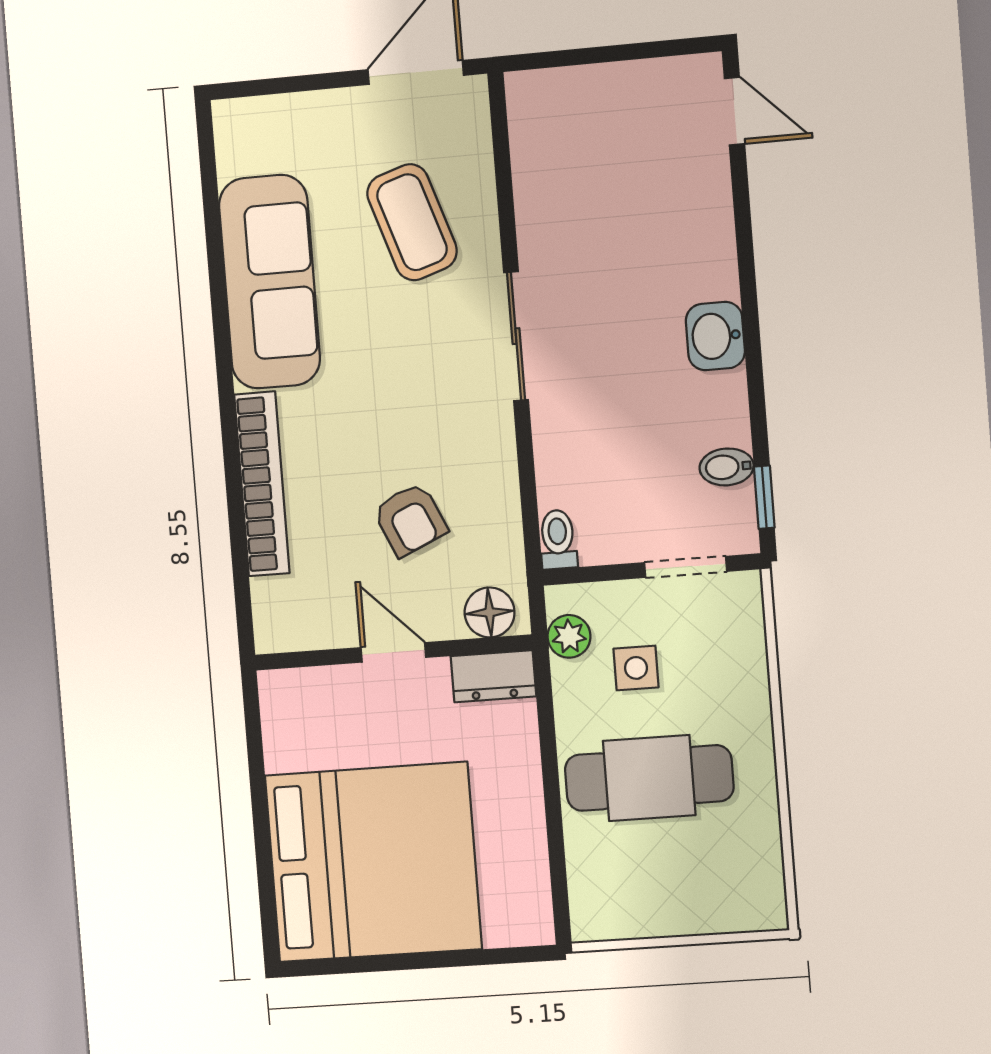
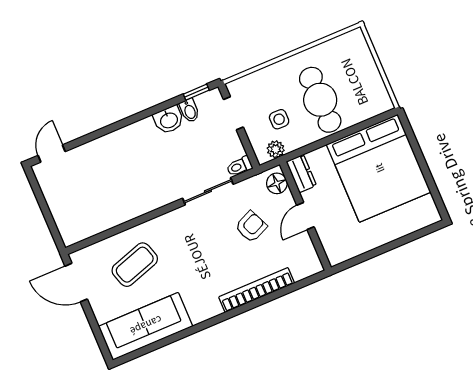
sofa: (269, 282) -> (146, 326), moved
sliding door: (516, 336) -> (208, 191), moved
washbasin: (715, 336) -> (169, 120), moved
bed: (373, 862) -> (379, 168), moved, turned 180

